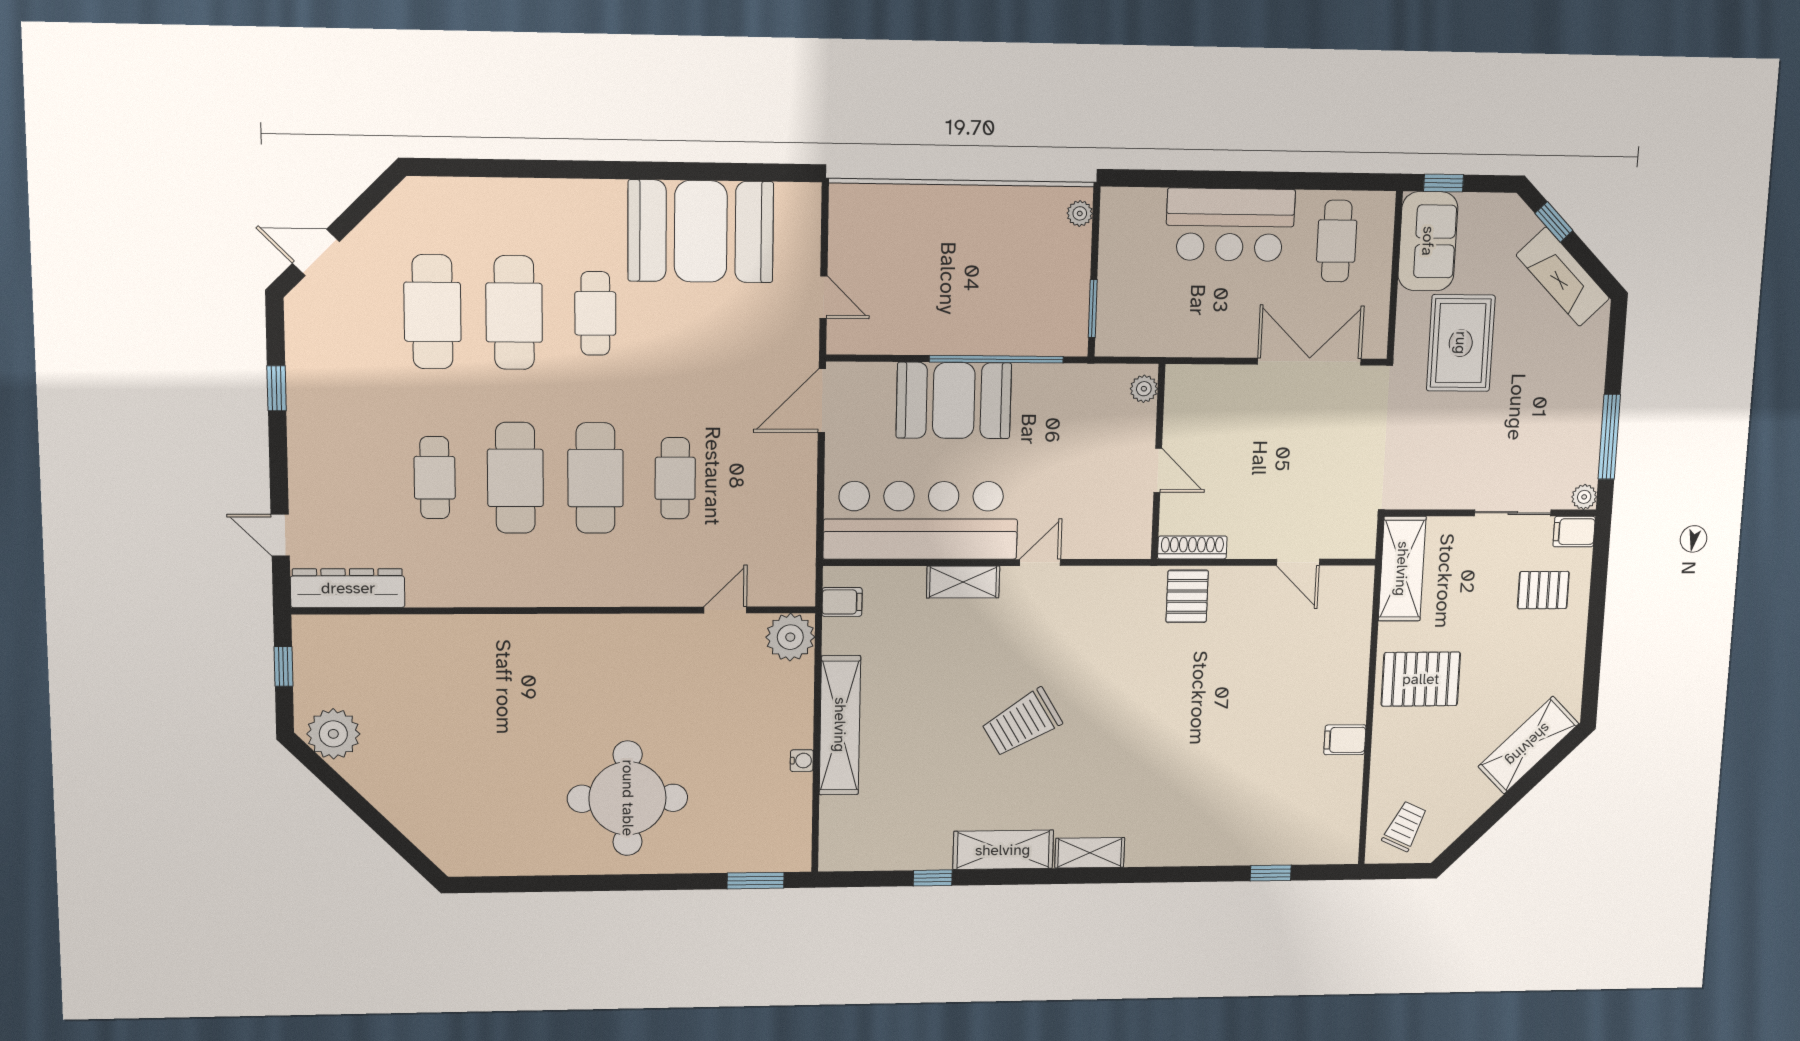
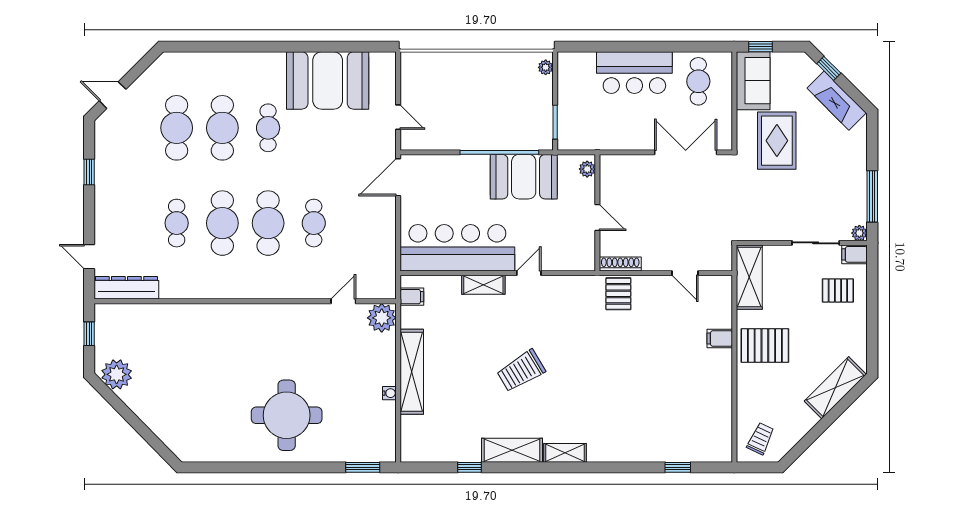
booth: (954, 400) -> (524, 177), moved
filing cabinet: (1345, 740) -> (720, 339), moved

